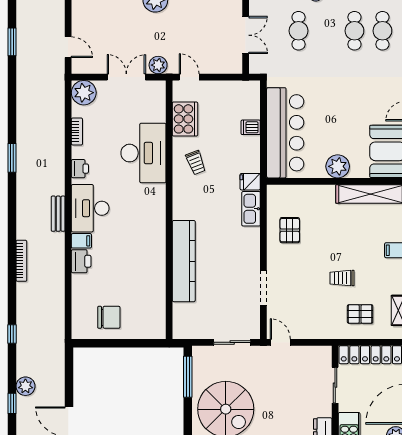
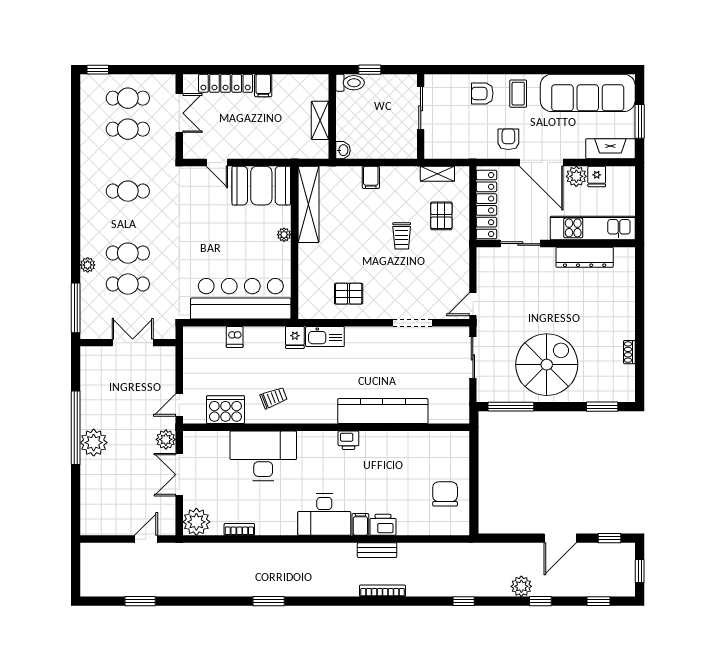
cafe table: (354, 31) -> (128, 253), moved
plant: (338, 166) -> (284, 235), width x0.53, depth x0.53
printer: (80, 169) -> (348, 440), moved, turned 180
bench: (58, 214) -> (377, 550), moved

